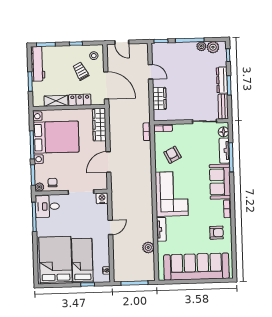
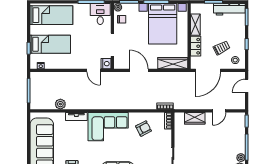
door: (110, 227) -> (93, 70), moved
bed: (56, 260) -> (51, 15), width x0.67

